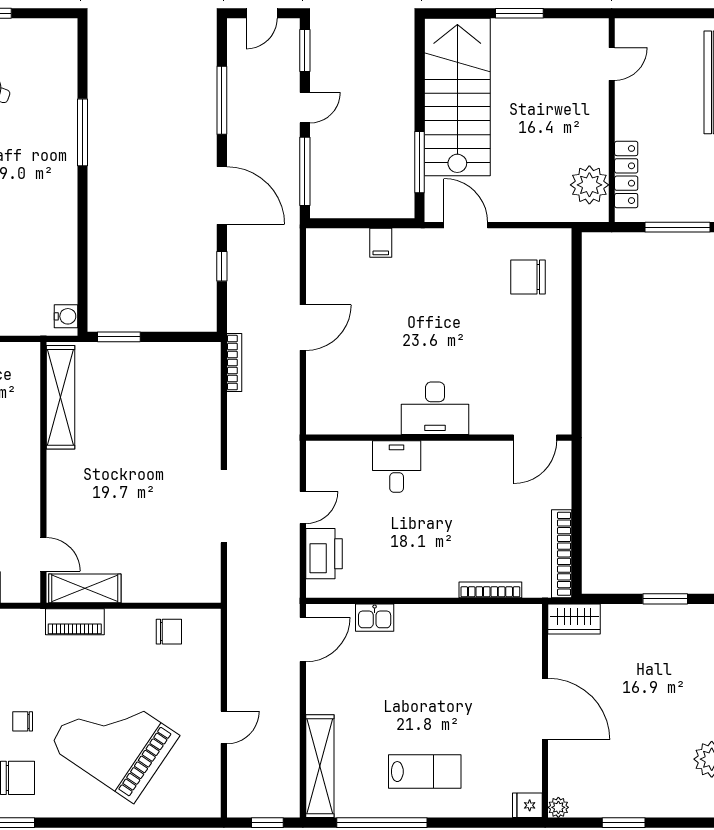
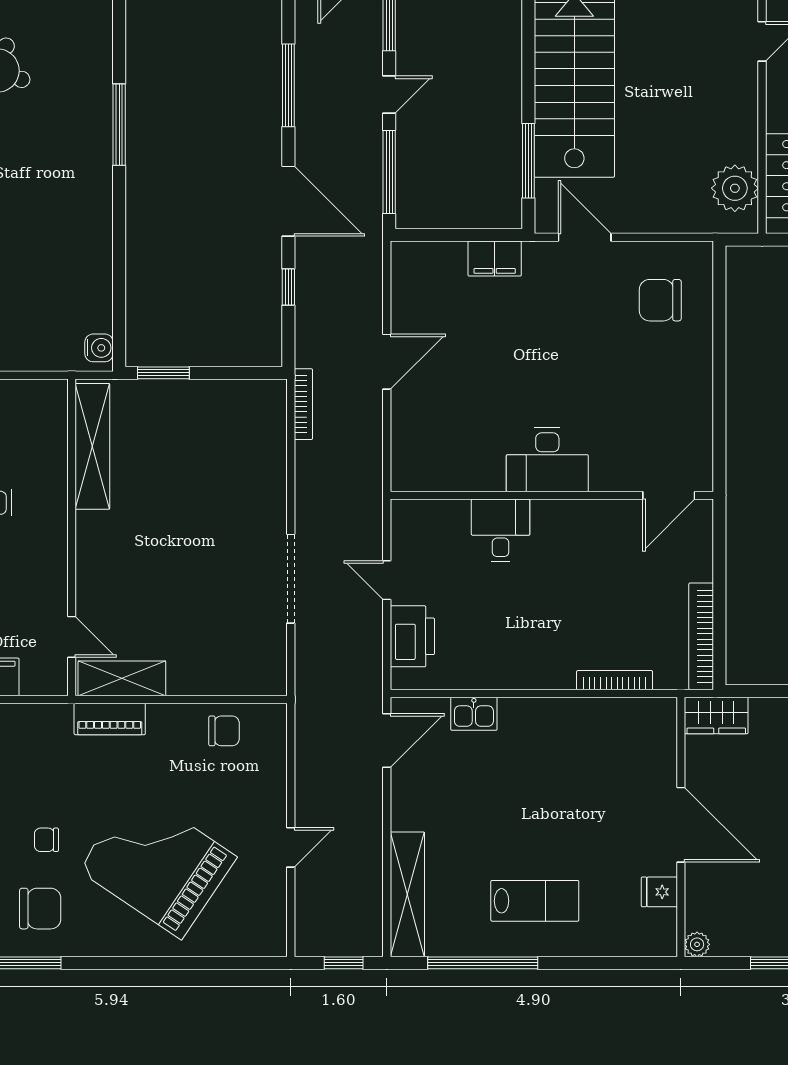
filing cabinet: (381, 243) -> (495, 259), width x2.00
door: (303, 507) -> (387, 580), swing flipped
fridge: (527, 805) -> (659, 892), moved

